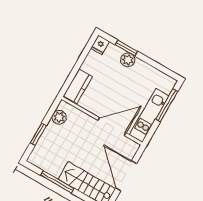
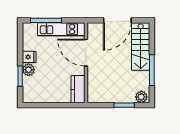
fridge: (100, 45) -> (29, 57), moved
kitchen counter: (78, 86) -> (78, 89), moved, turned -90
plant: (59, 117) -> (141, 97), moved

